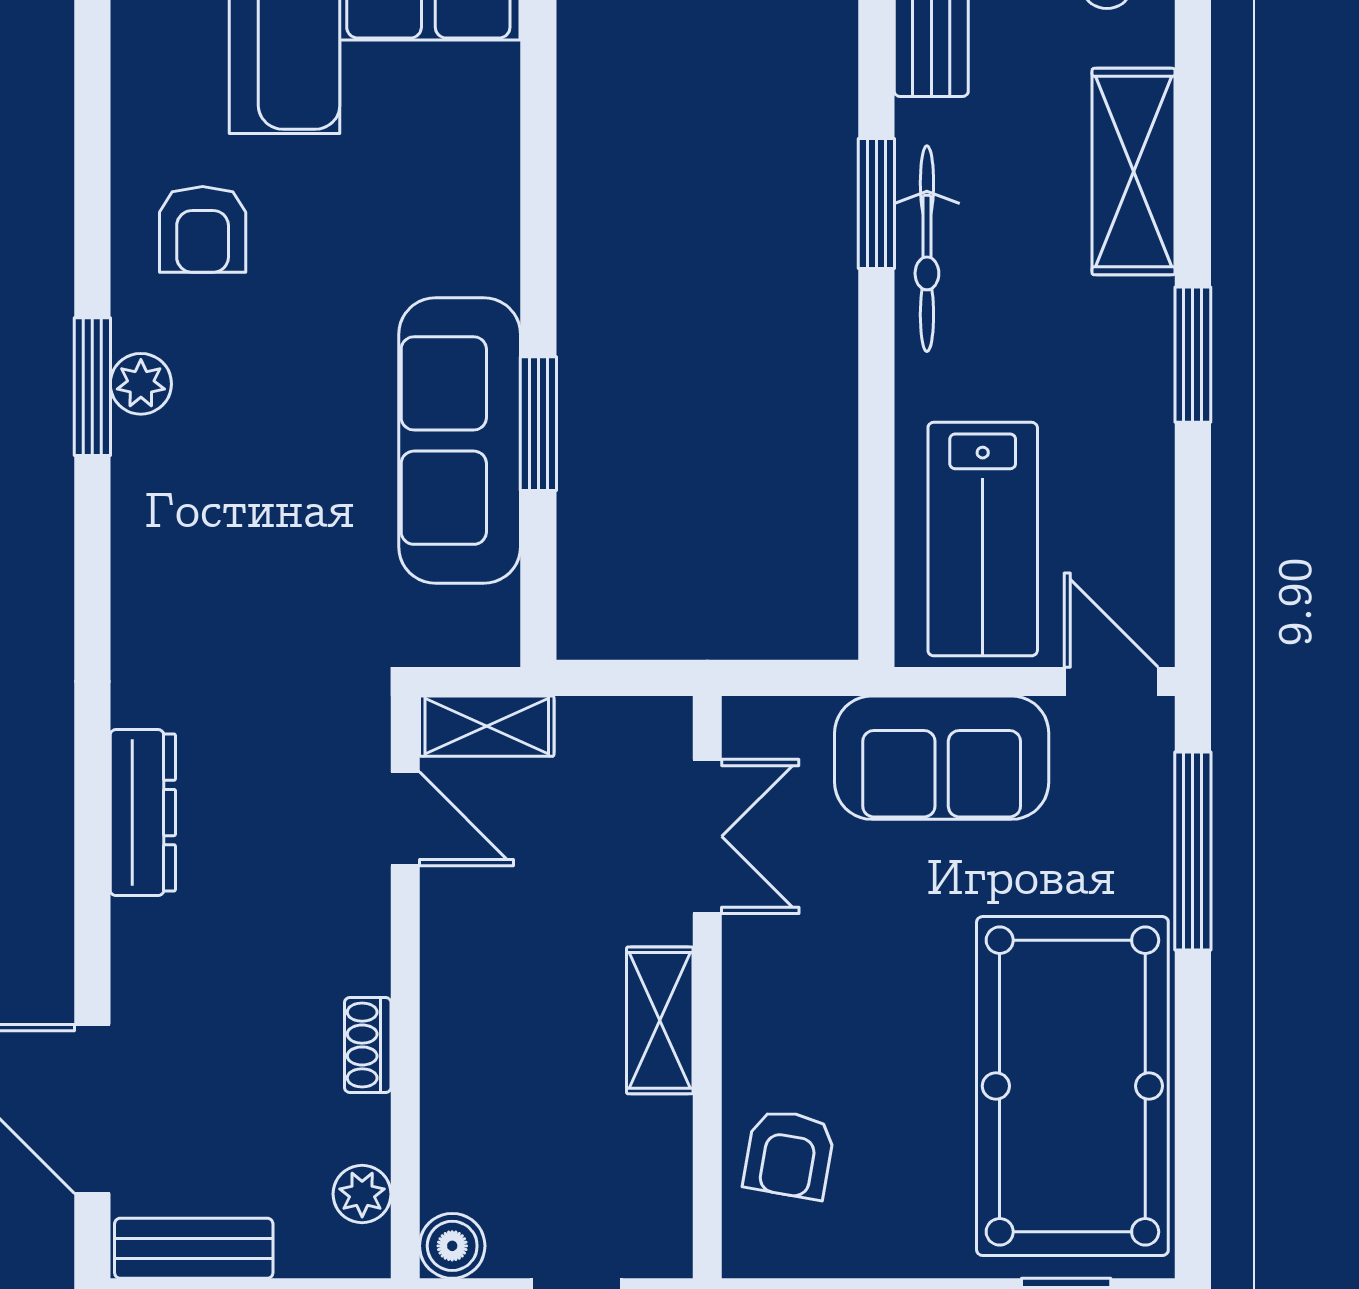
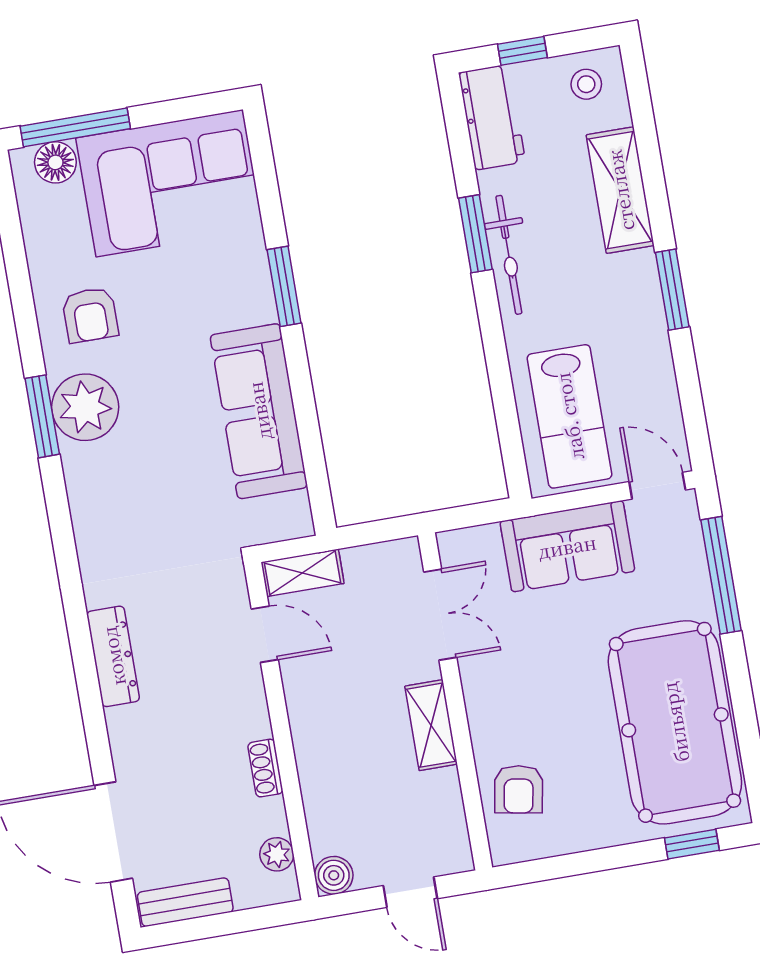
plant: (141, 384) -> (85, 407), width x1.88, depth x1.88
window: (538, 424) -> (284, 286), moved

